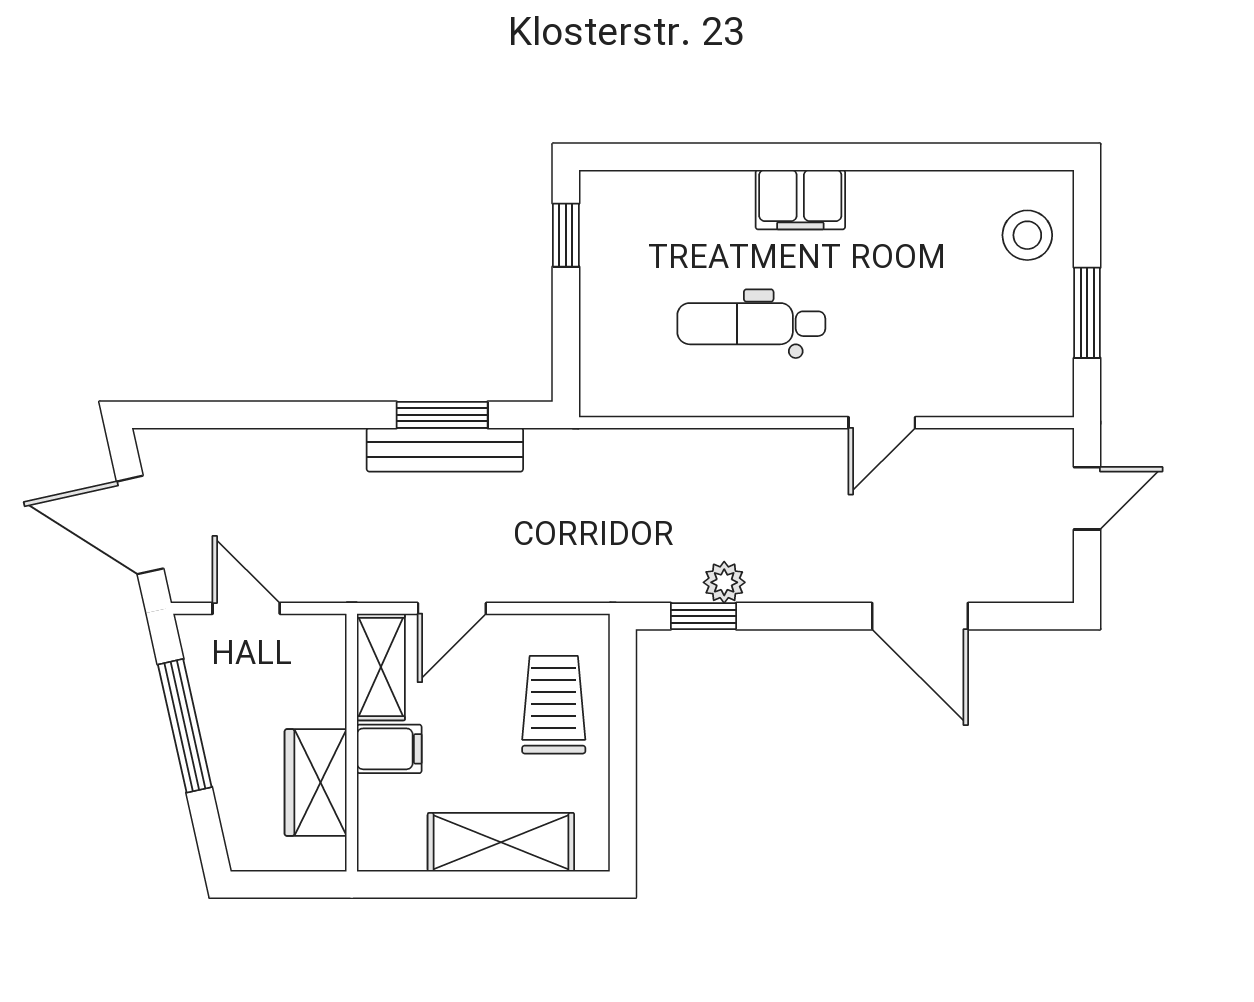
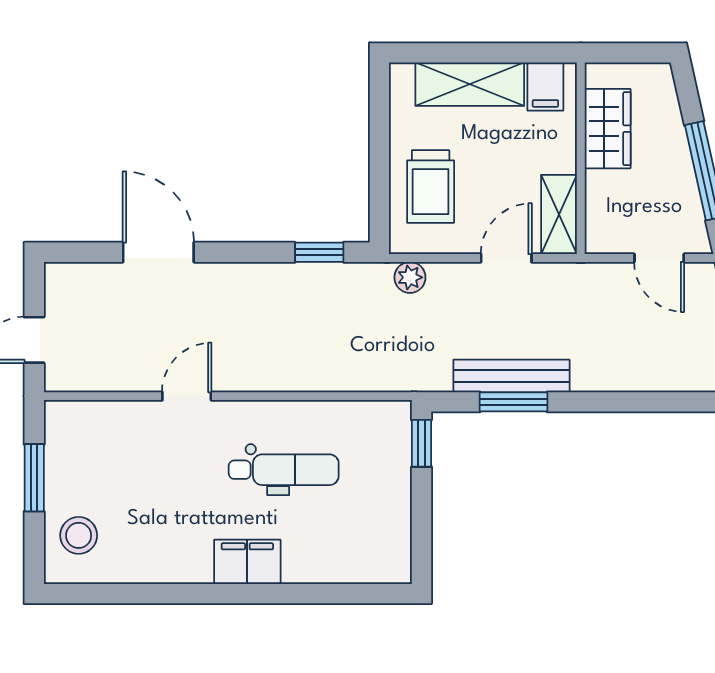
window: (566, 235) -> (422, 443), moved
plant: (724, 582) -> (410, 277), moved
filing cabinet: (389, 749) -> (545, 87), moved, turned -90

